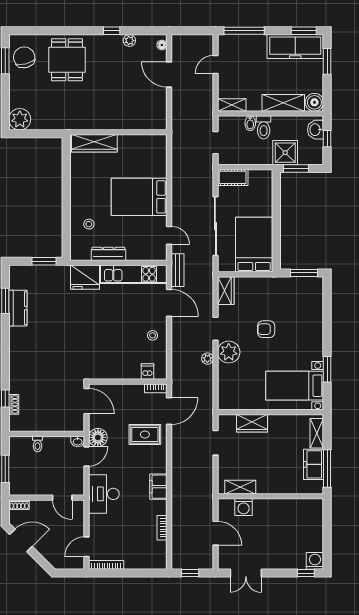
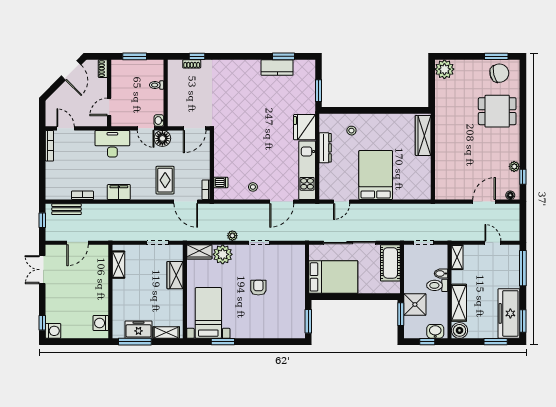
window: (112, 31) -> (523, 177), moved
cot: (233, 177) -> (390, 263), width x1.37, depth x1.34
bench: (178, 270) -> (66, 209), moved
wardrobe: (226, 291) -> (199, 252), moved
plant: (229, 352) -> (223, 254), moved
washing machine: (244, 507) -> (101, 323), moved

